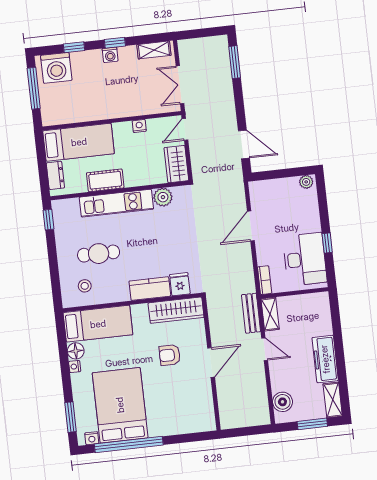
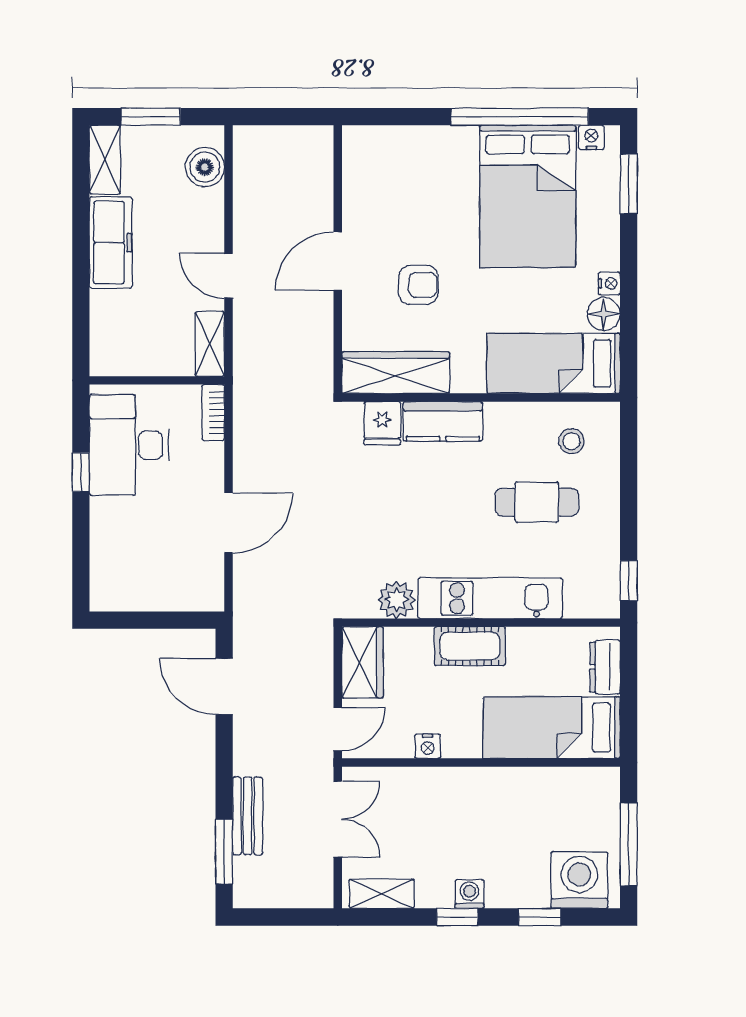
cot: (105, 180) -> (470, 646), moved
plant: (306, 182) -> (109, 598), removed
bench: (251, 313) -> (248, 816), moved

